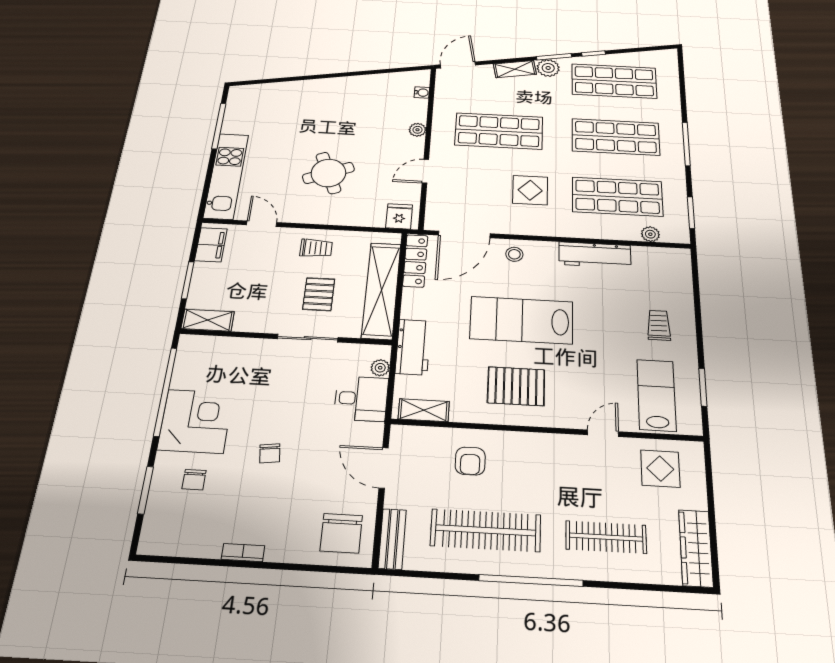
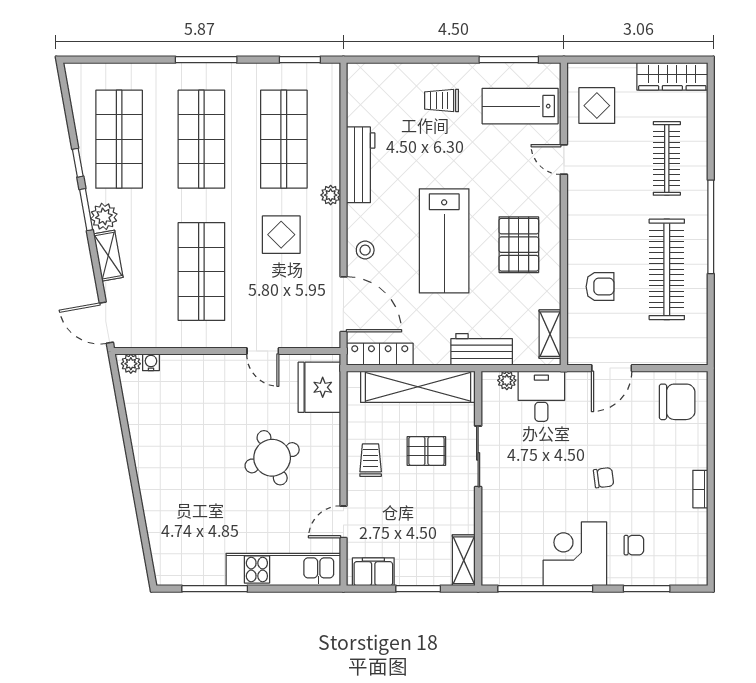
plant: (417, 130) -> (131, 364), moved
fridge: (399, 216) -> (319, 387), width x1.88, depth x1.34
plant: (650, 234) -> (331, 195), moved
window: (703, 387) -> (509, 60), width x1.44
bench: (392, 539) -> (680, 355), removed

